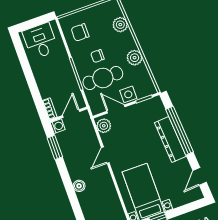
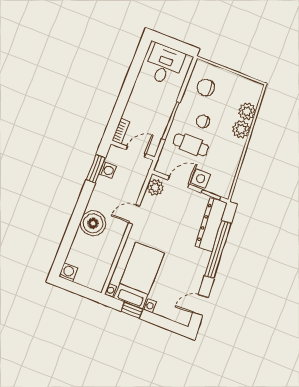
plant: (135, 58) -> (241, 129), moved
cafe table: (103, 78) -> (191, 145), width x0.73, depth x0.74
door: (116, 109) -> (179, 182), hinge flipped
washing machine: (58, 126) -> (108, 170), moved
dresser: (170, 139) -> (211, 225), moved
boiler: (79, 186) -> (93, 223), width x1.86, depth x1.86

